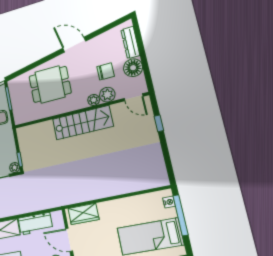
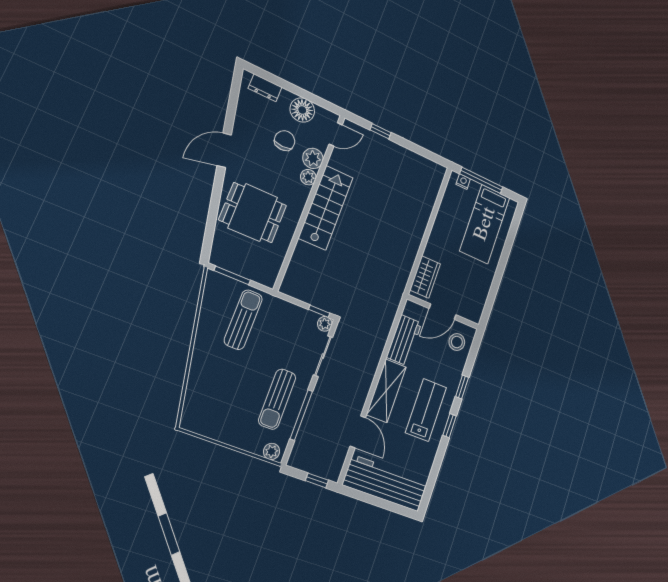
dresser: (130, 43) -> (265, 88), width x0.70
dining table: (50, 84) -> (253, 213), turned 90

